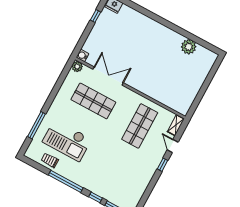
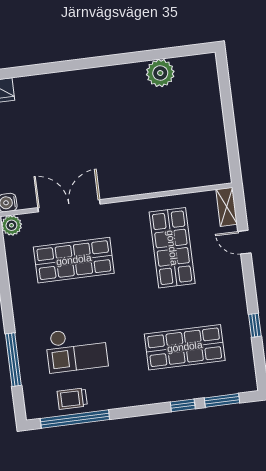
checkout: (67, 140) -> (77, 349), width x0.73, depth x0.83
window: (163, 165) -> (255, 325), moved
shop shelf: (114, 173) -> (185, 347), added
window: (66, 181) -> (75, 419), moved

